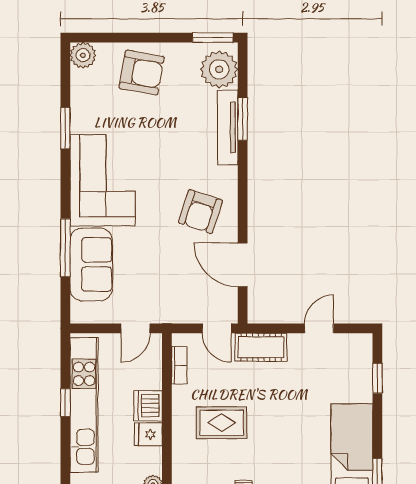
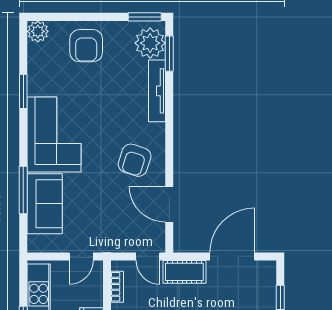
armchair: (142, 73) -> (86, 46), turned 80
window: (243, 119) -> (169, 54), moved
door: (319, 328) -> (232, 256), width x1.88

